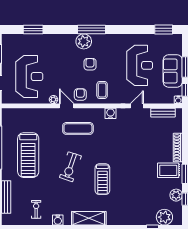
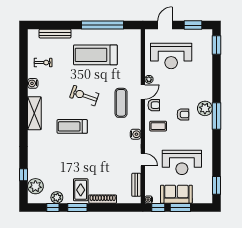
window: (33, 30) -> (216, 45), moved

